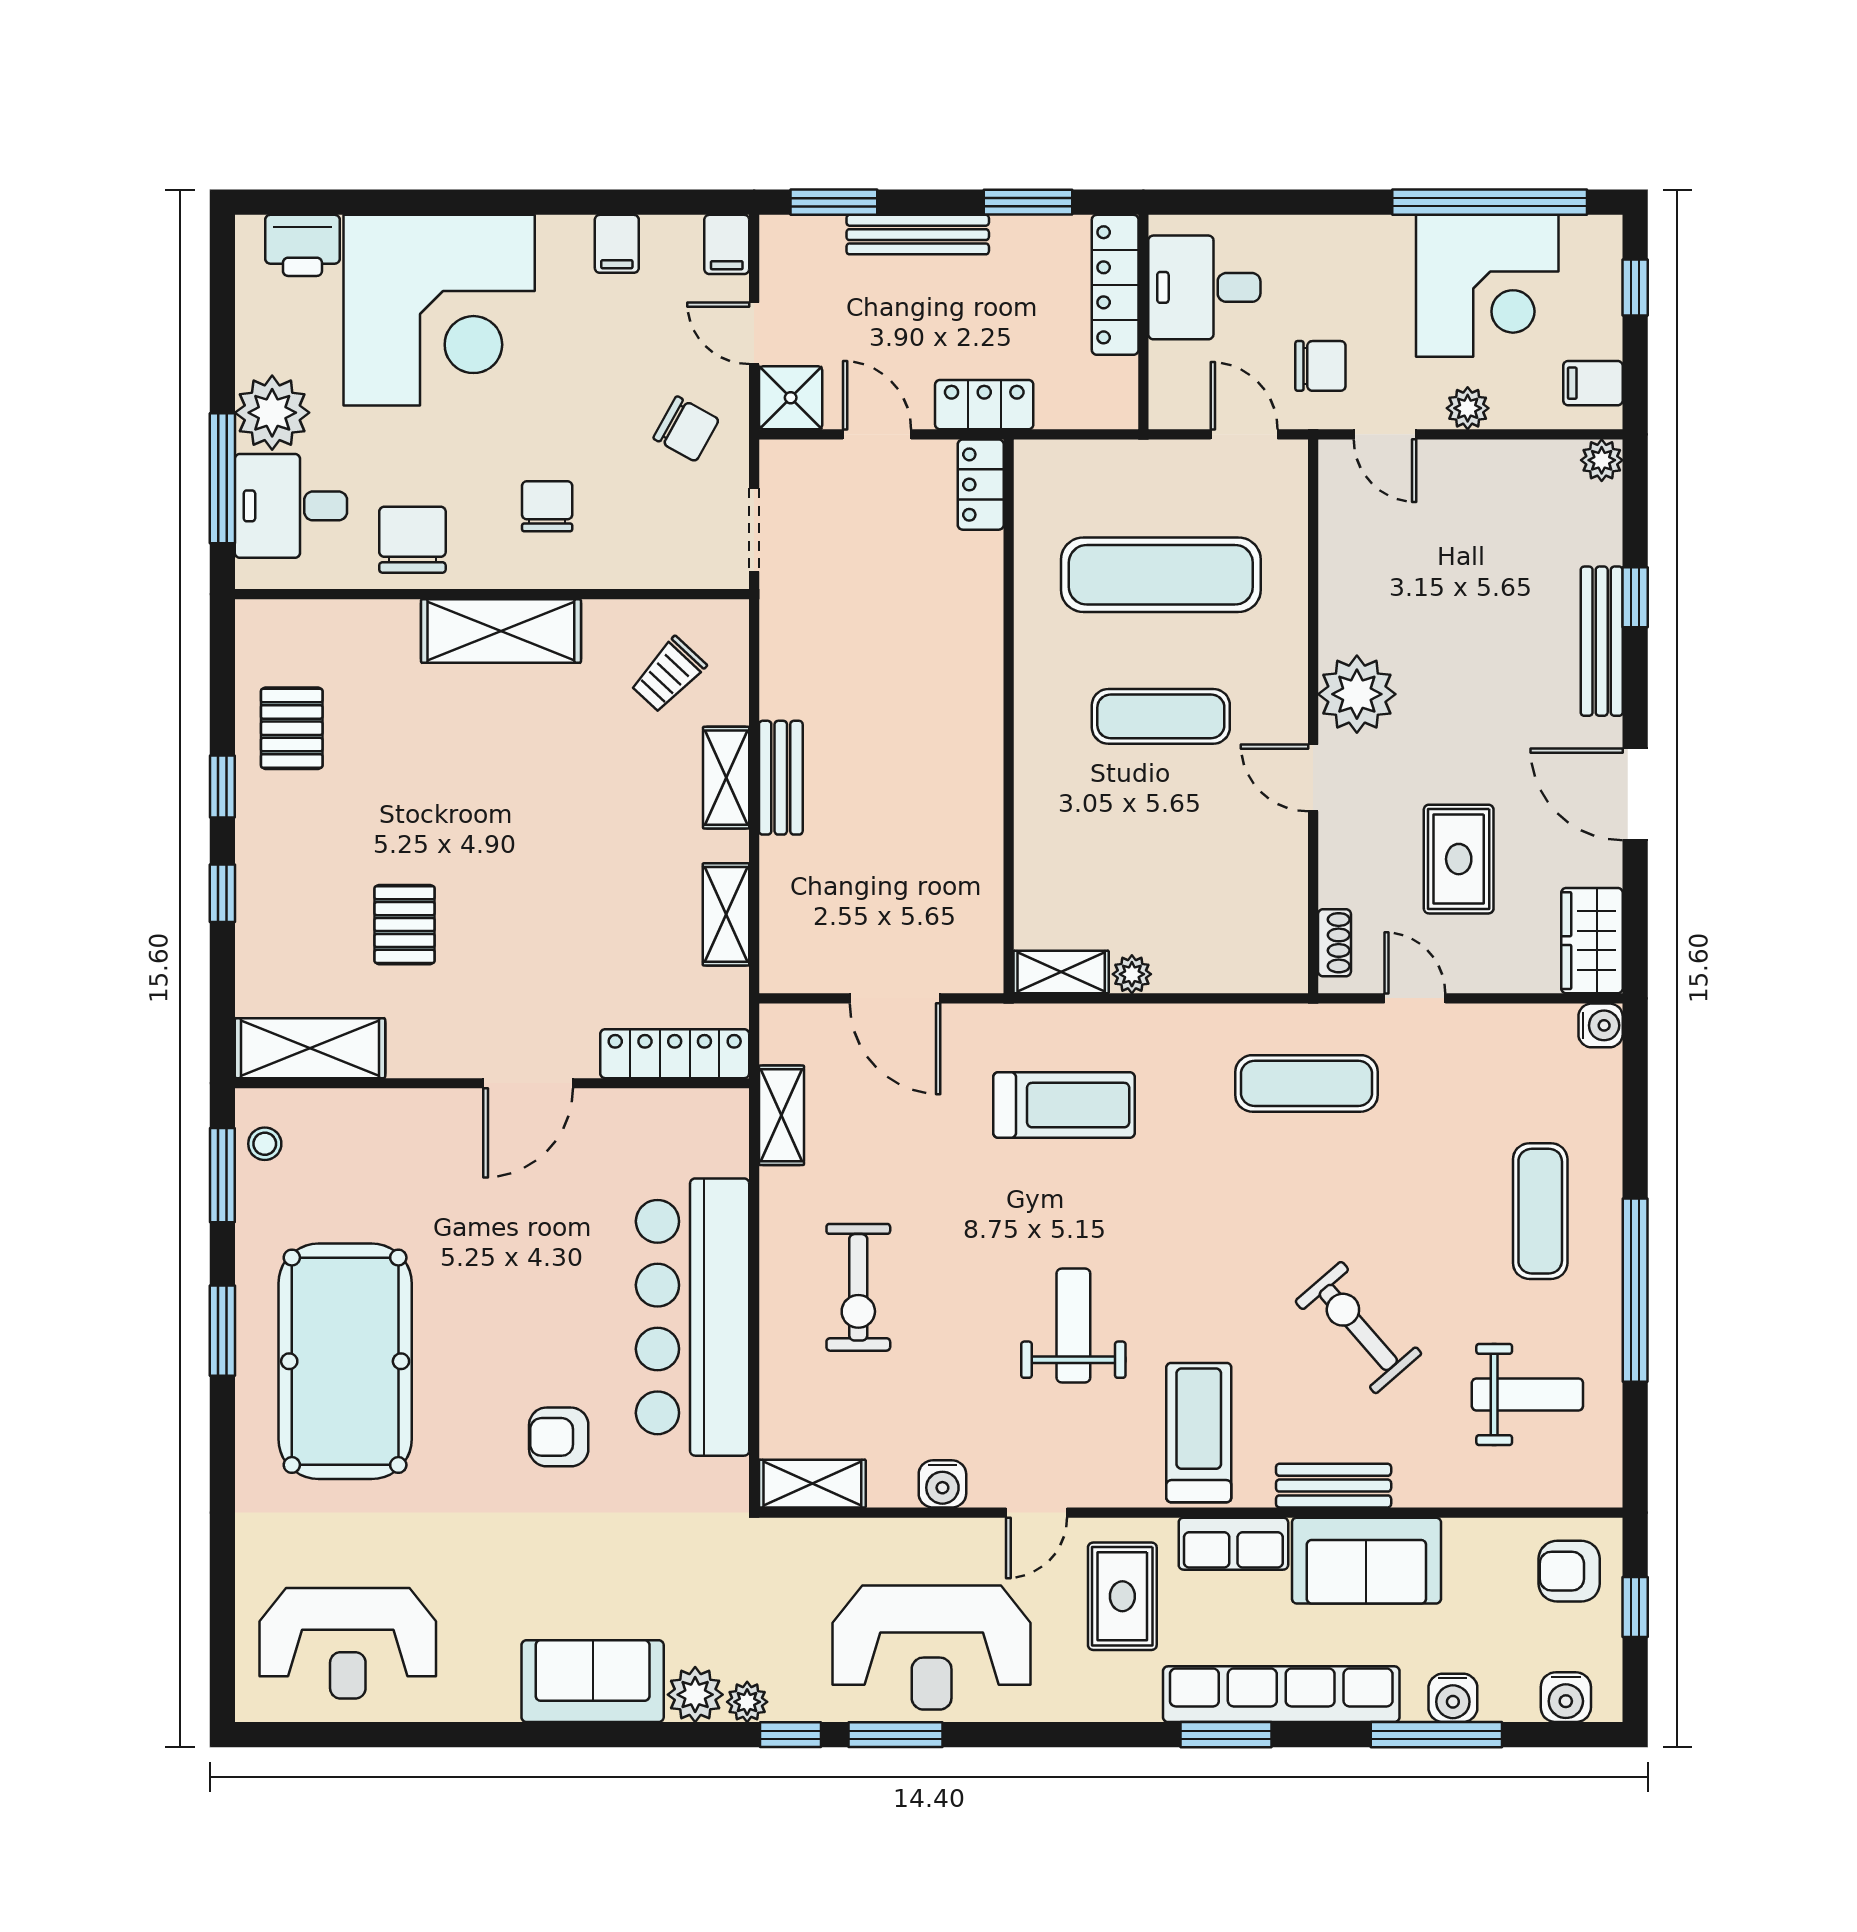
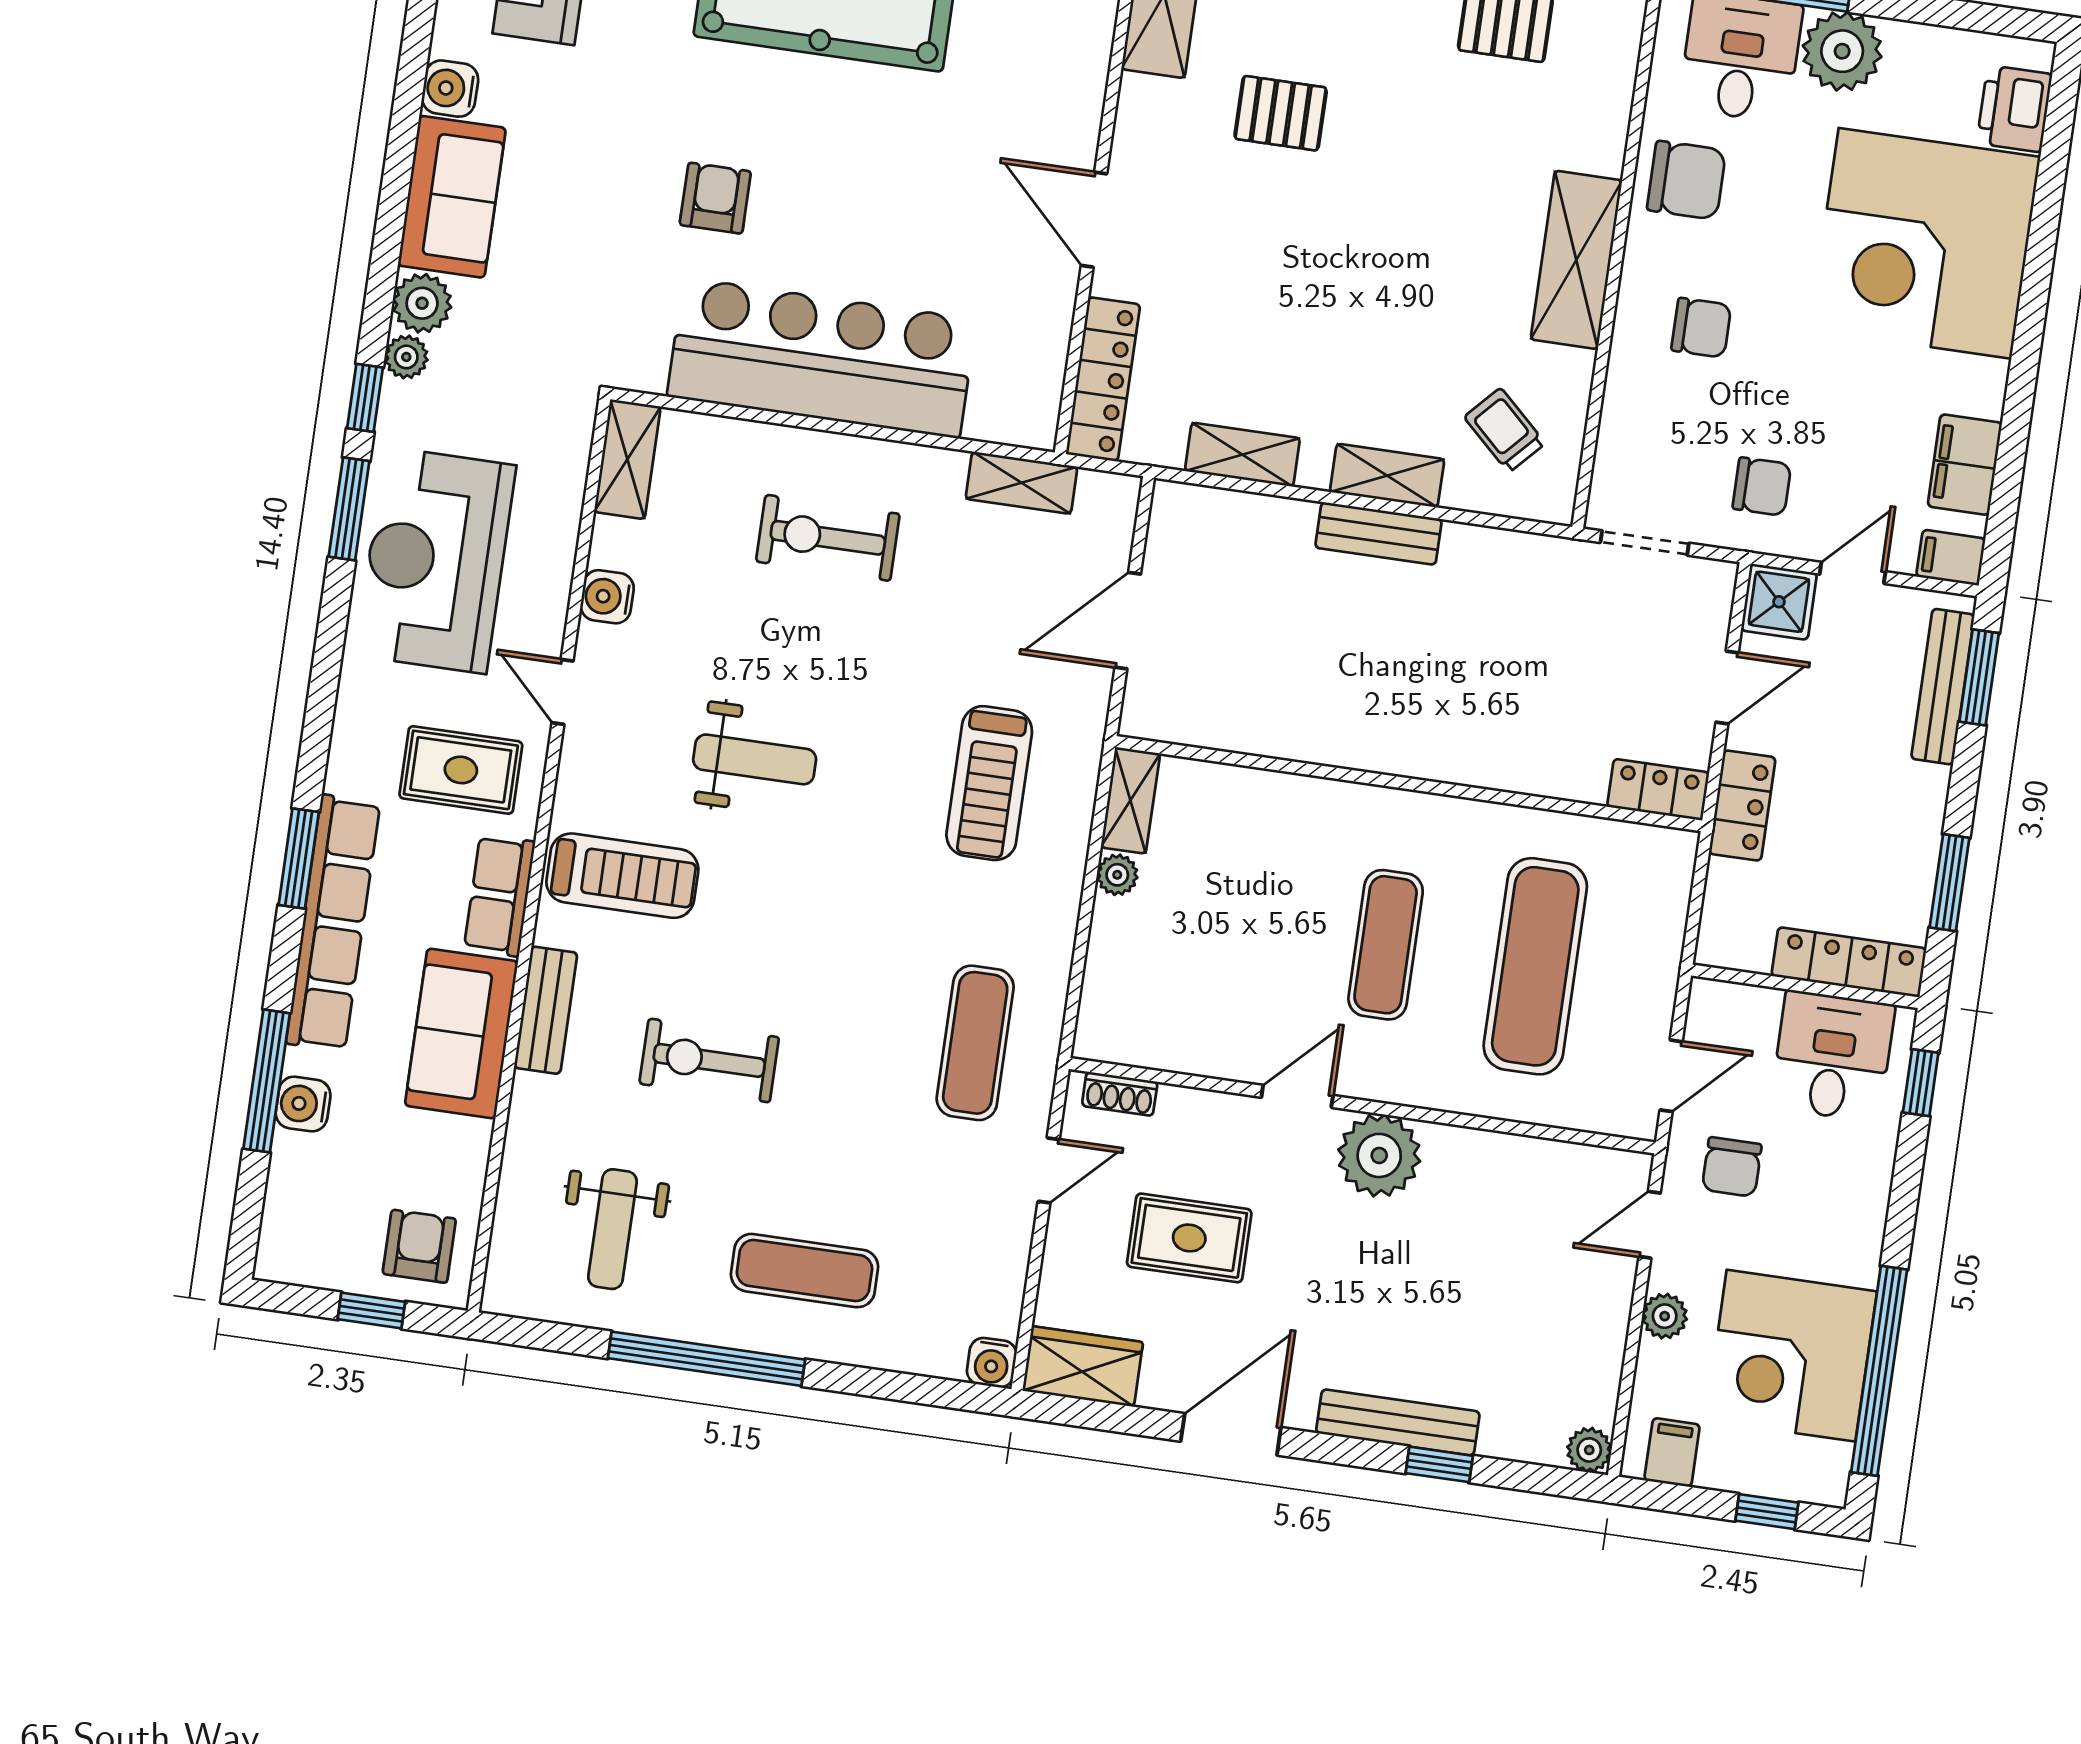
window: (1217, 202) -> (1921, 1083), added
bench: (918, 235) -> (1943, 687), moved
filing cabinet: (617, 244) -> (1965, 465), width x2.00
chair: (686, 429) -> (1762, 487), turned -119
exercise bike: (1358, 1327) -> (709, 1060), turned -139
water cooler: (1566, 1697) -> (450, 89), moved

